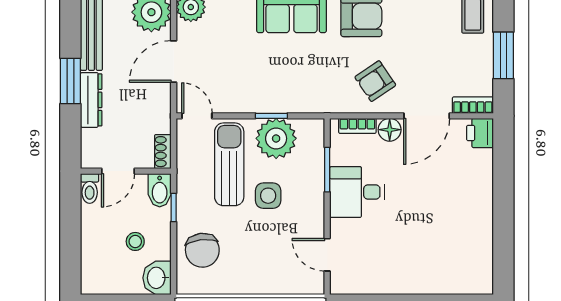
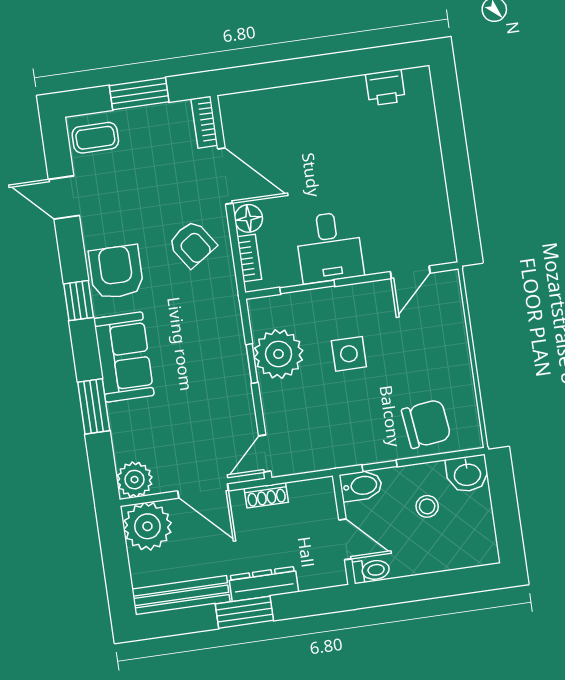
printer: (480, 133) -> (385, 88), moved
shoe rack: (163, 152) -> (266, 495), moved
sun lounger: (229, 164) -> (318, 406), removed

